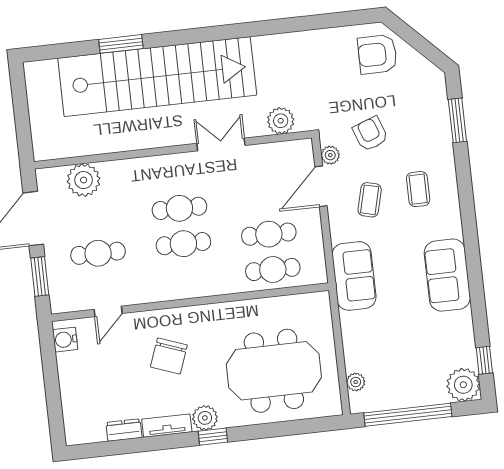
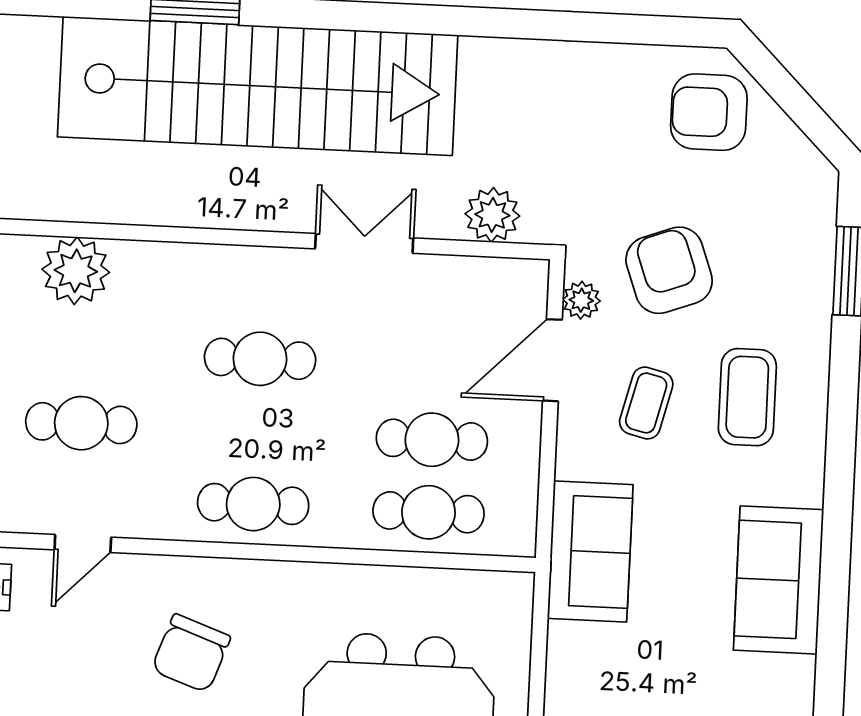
armchair: (370, 134) -> (669, 270), width x1.38, depth x1.38
coffee table: (418, 189) -> (747, 397), width x1.36, depth x1.30
cafe table: (183, 244) -> (253, 504), moved

